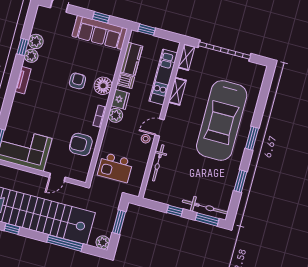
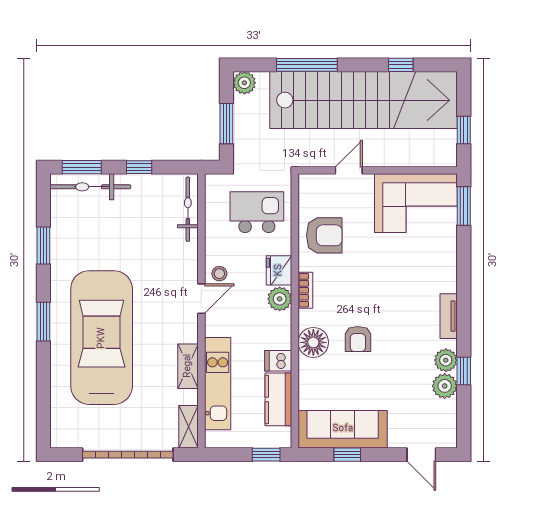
fridge: (120, 99) -> (279, 270), moved
bicycle: (158, 163) -> (188, 209), moved

